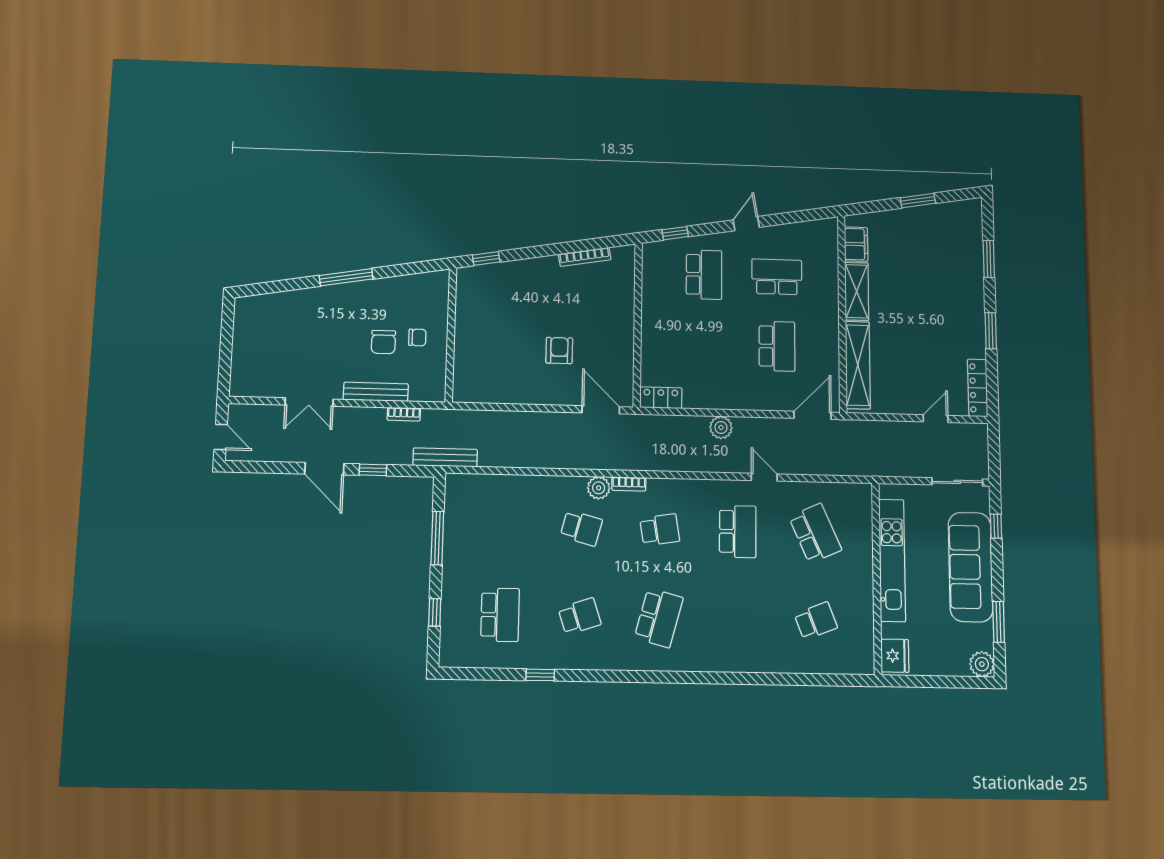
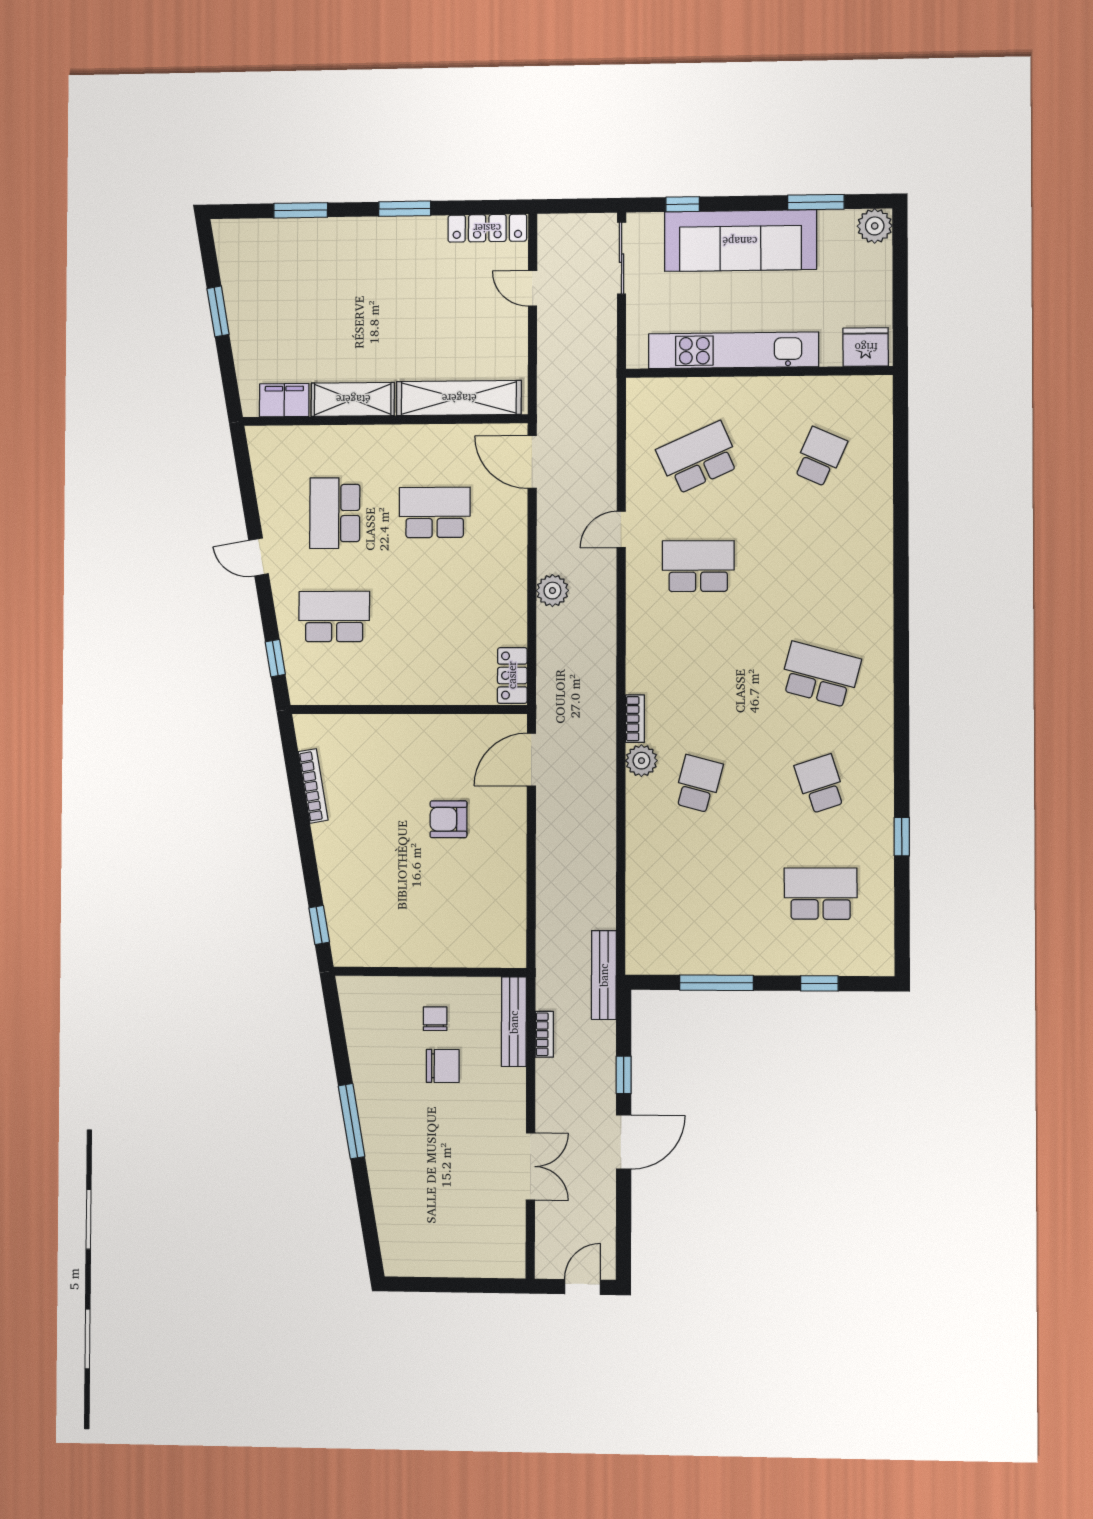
bench: (376, 392) -> (514, 1022), moved
school desk: (660, 530) -> (698, 675), removed
school desk: (816, 621) -> (820, 457), turned 45

